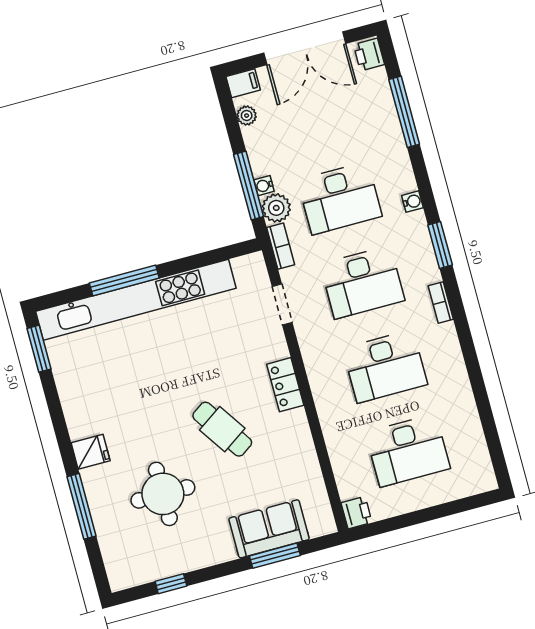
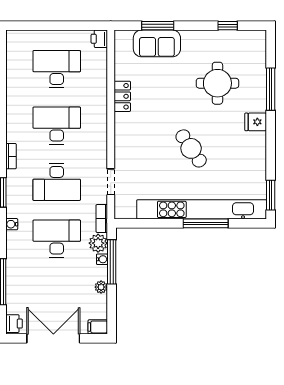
plant: (247, 116) -> (101, 287), moved
desk: (362, 282) -> (57, 182), turned 180
locker: (285, 385) -> (122, 96), moved
cafe table: (222, 429) -> (191, 148), moved

